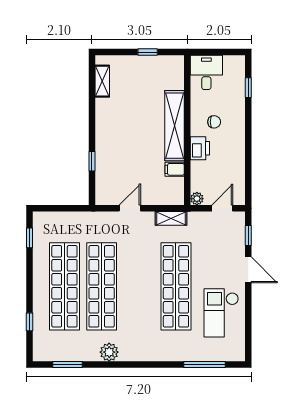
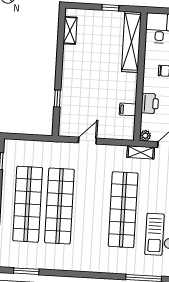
shelving: (174, 126) -> (131, 42), moved
printer: (200, 148) -> (150, 103), moved
shelving: (171, 218) -> (141, 152), moved
plant: (109, 352) -> (63, 263), removed

